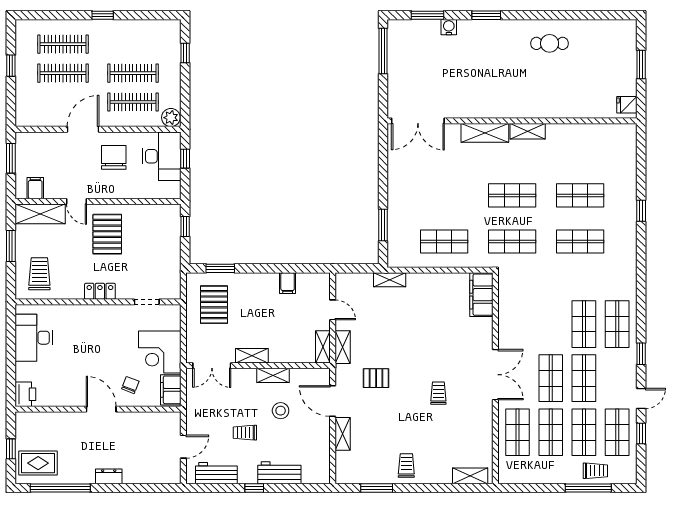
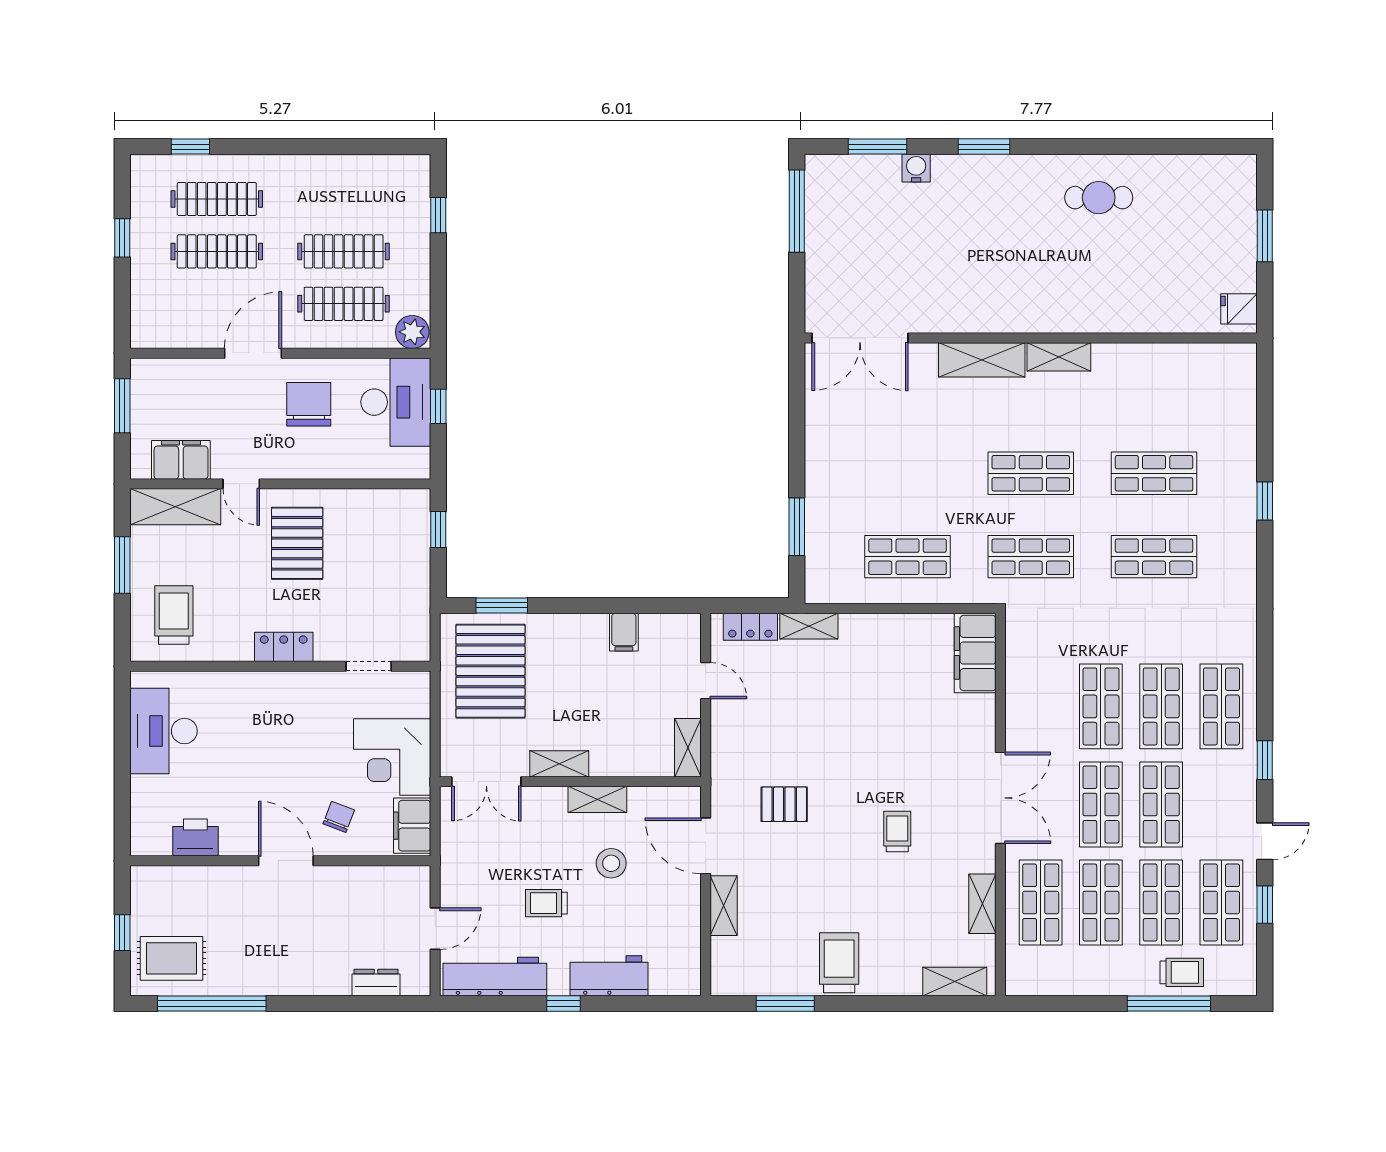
window: (103, 15) -> (190, 147), moved
filing cabinet: (35, 188) -> (181, 460), width x2.00
locker: (357, 280) -> (750, 627), added
pallet: (214, 305) -> (490, 671), width x1.37, depth x1.41
shop shelf: (551, 324) -> (1101, 706), added
shelving: (343, 347) -> (982, 904), moved
printer: (25, 394) -> (195, 837), moved, turned -90
trolley: (406, 466) -> (839, 963), width x1.36, depth x1.39
workbench: (216, 473) -> (495, 976), width x1.38
dresser: (109, 476) -> (376, 983), moved

